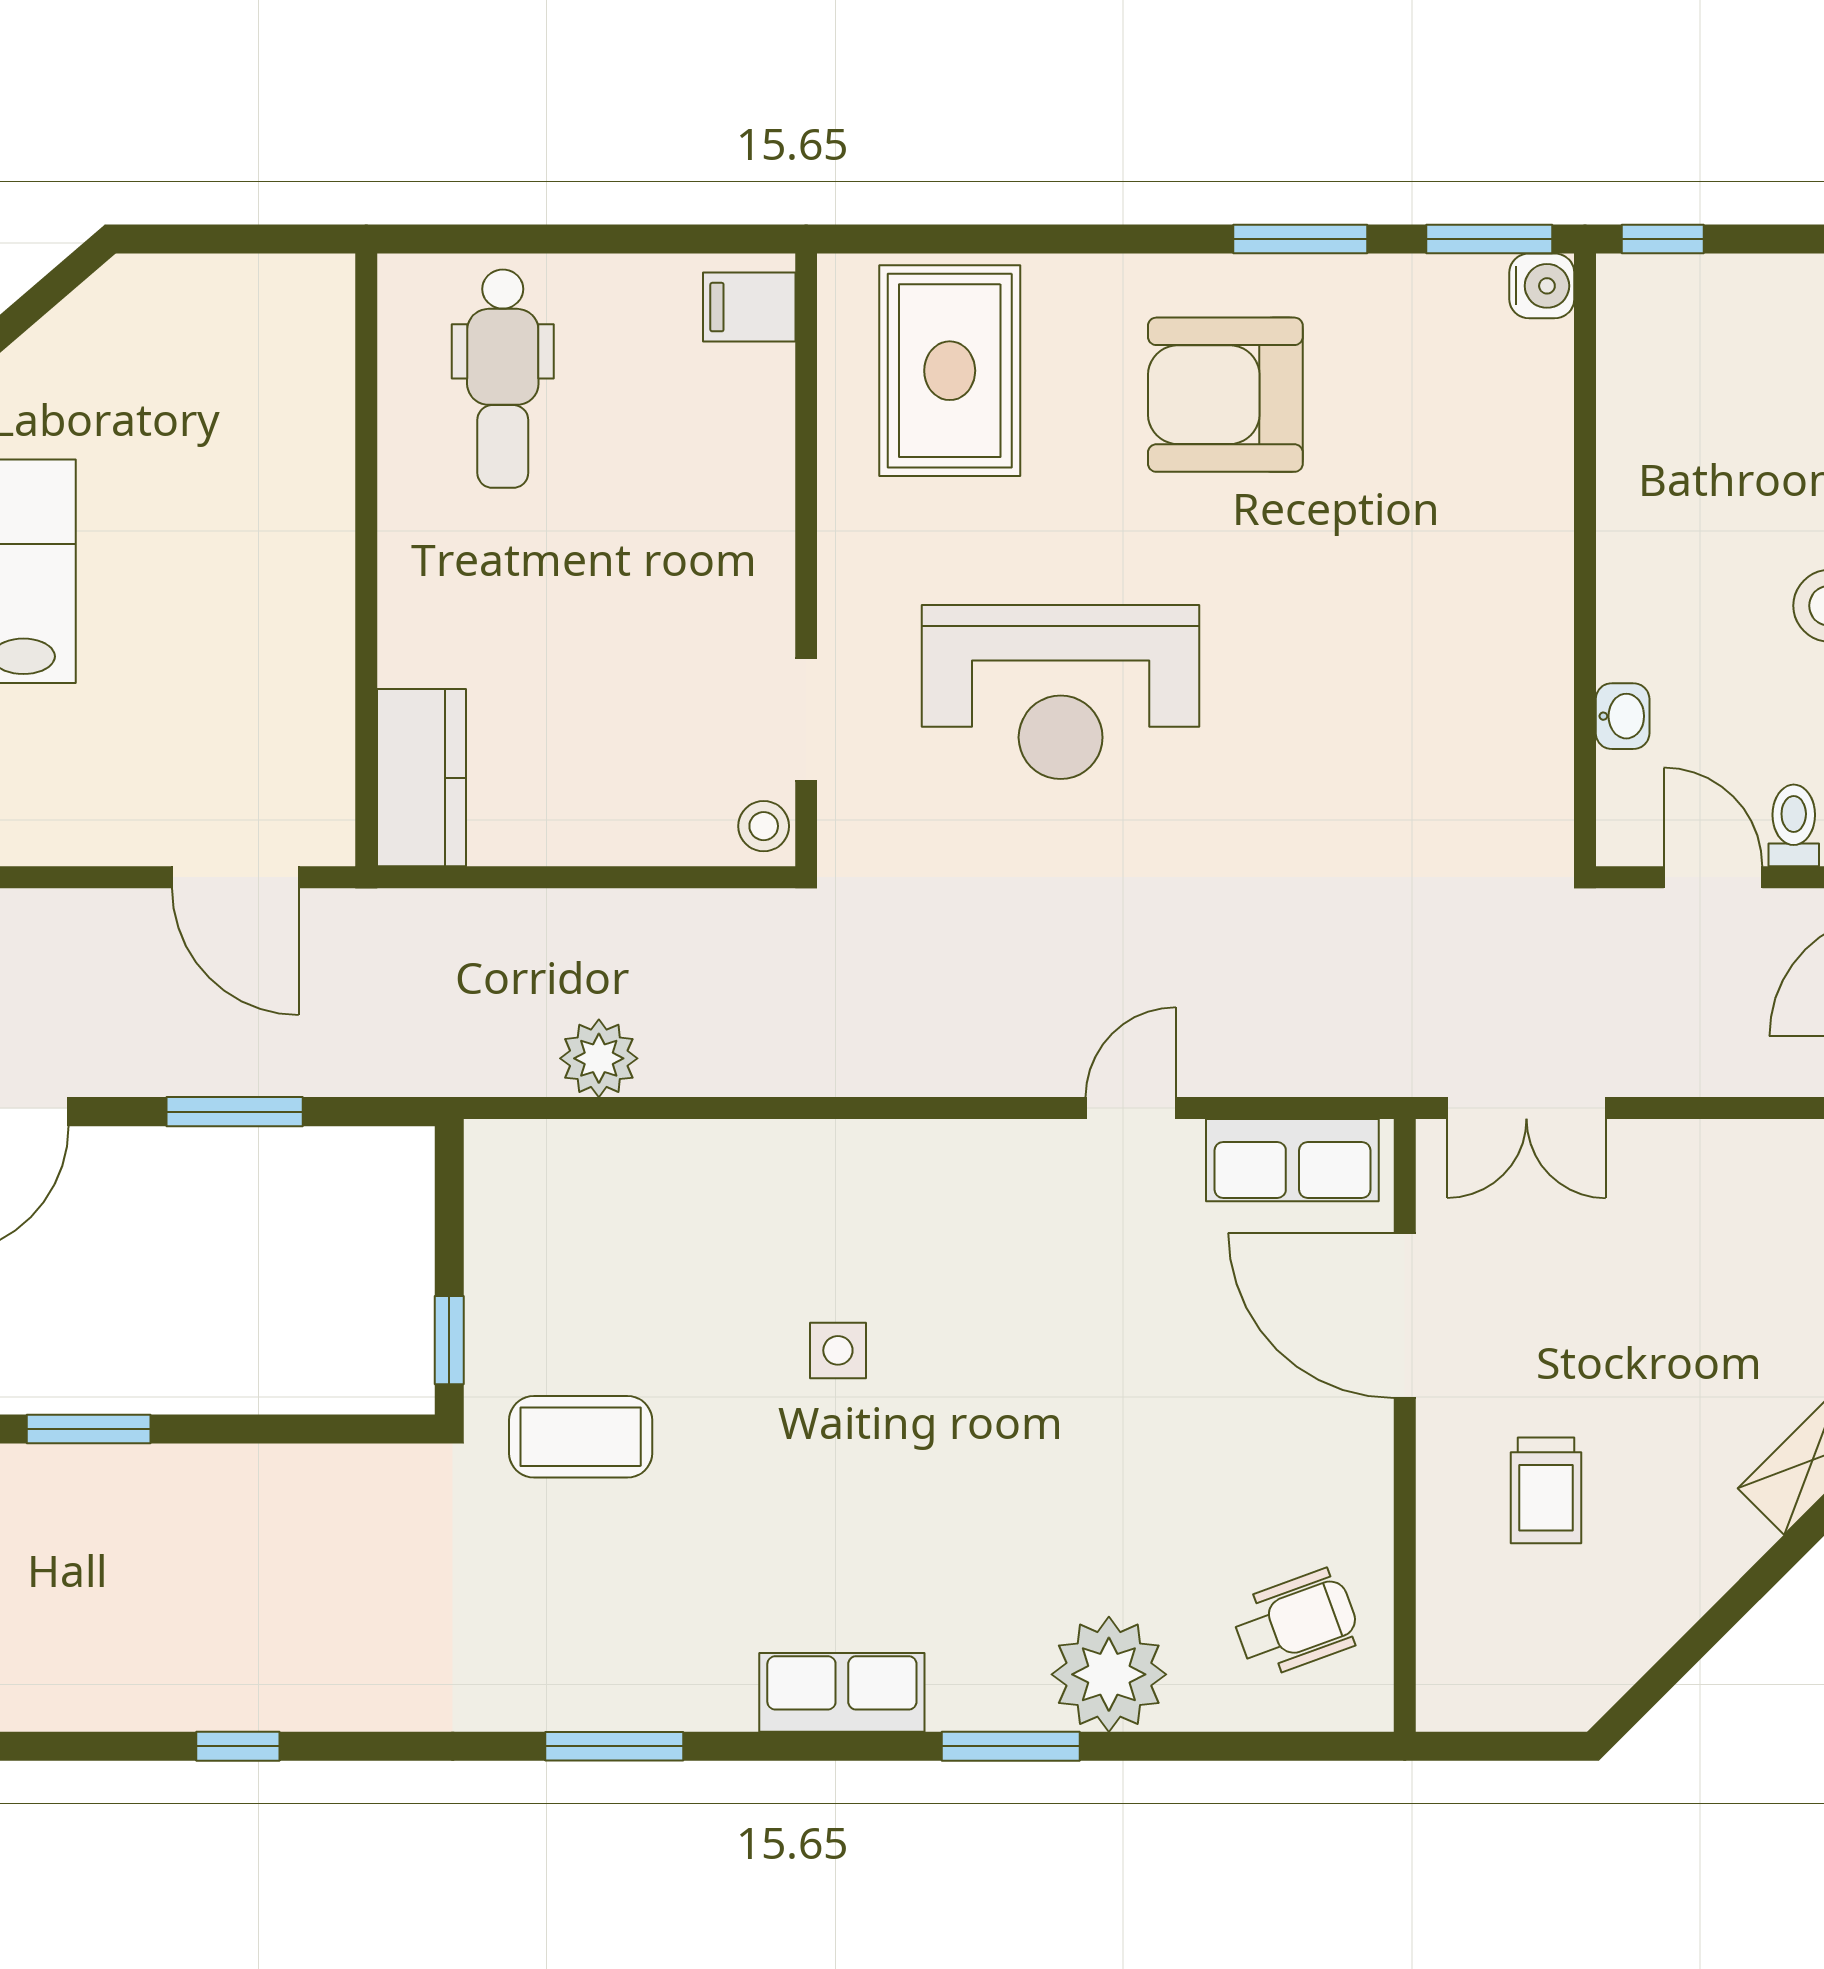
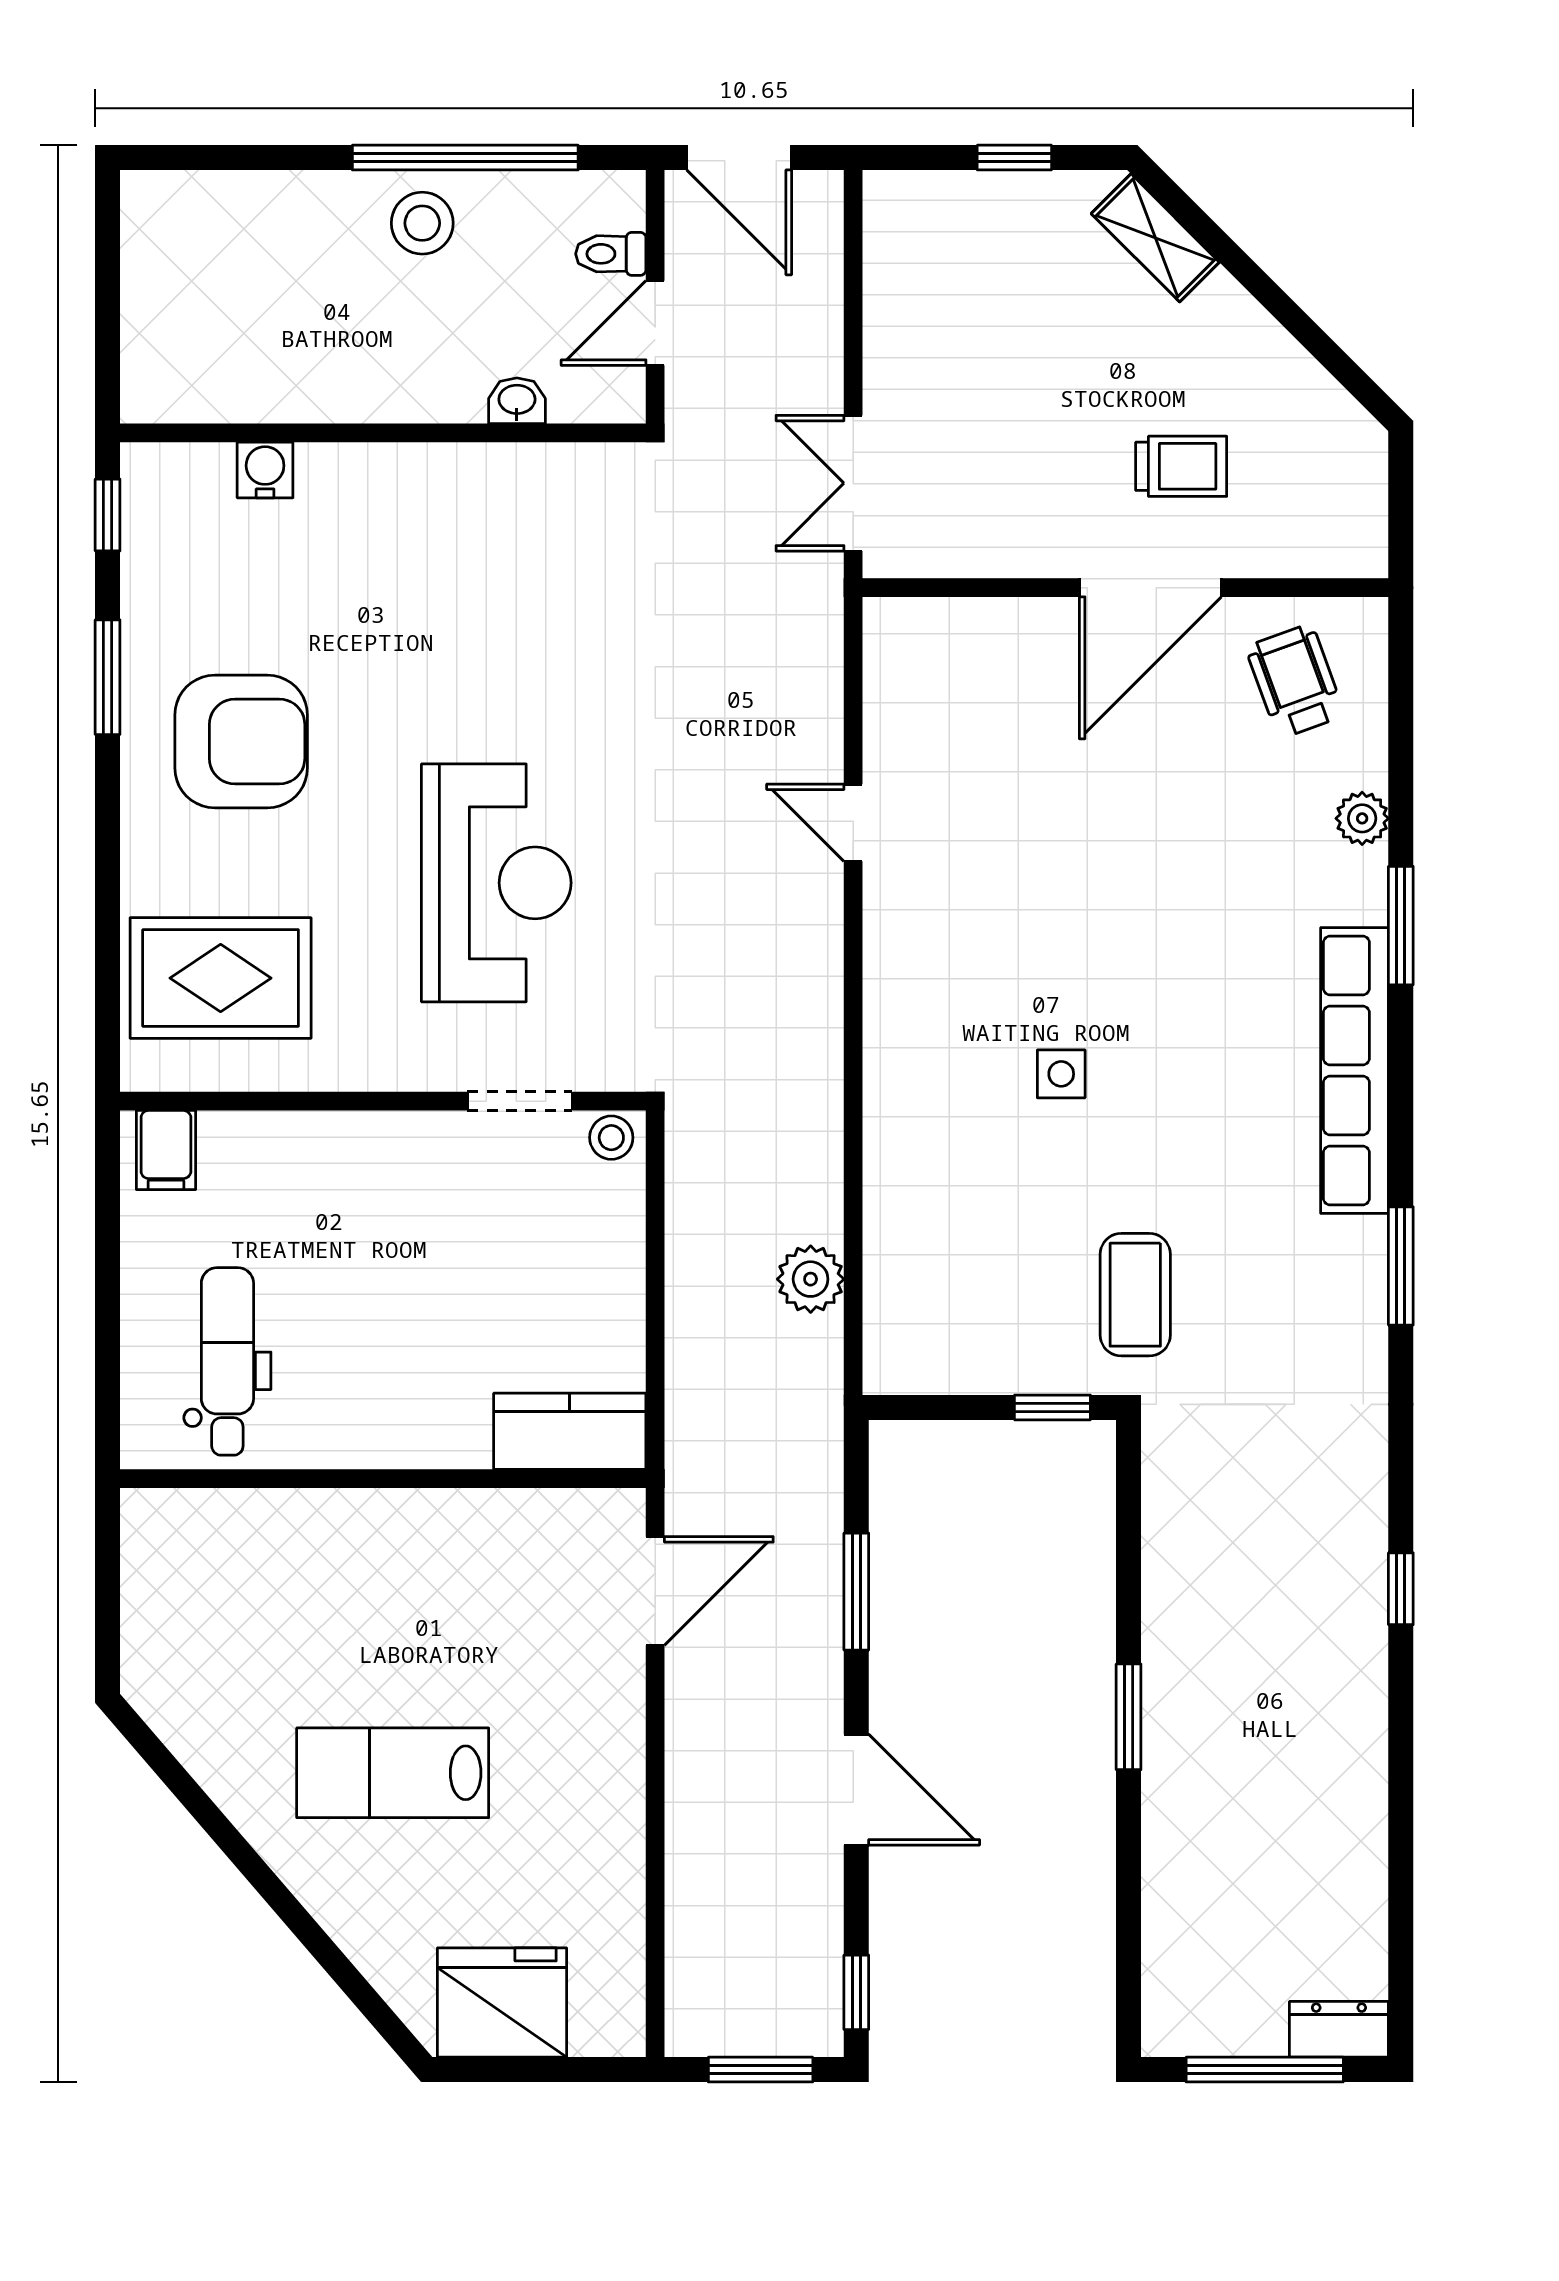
window: (1489, 239) -> (108, 515), width x0.67
window: (1663, 239) -> (108, 366), removed
water cooler: (1542, 286) -> (265, 470), moved
dental chair: (503, 379) -> (227, 1361), turned -90
armchair: (1225, 395) -> (241, 741), turned -90
double door: (1526, 1108) -> (853, 483), swing flipped
row of seats: (1292, 1160) -> (898, 684), removed
door: (1405, 1316) -> (1150, 588), moved
plant: (1109, 1674) -> (1362, 818), width x0.53, depth x0.53
row of seats: (842, 1692) -> (1355, 1070), width x2.02

